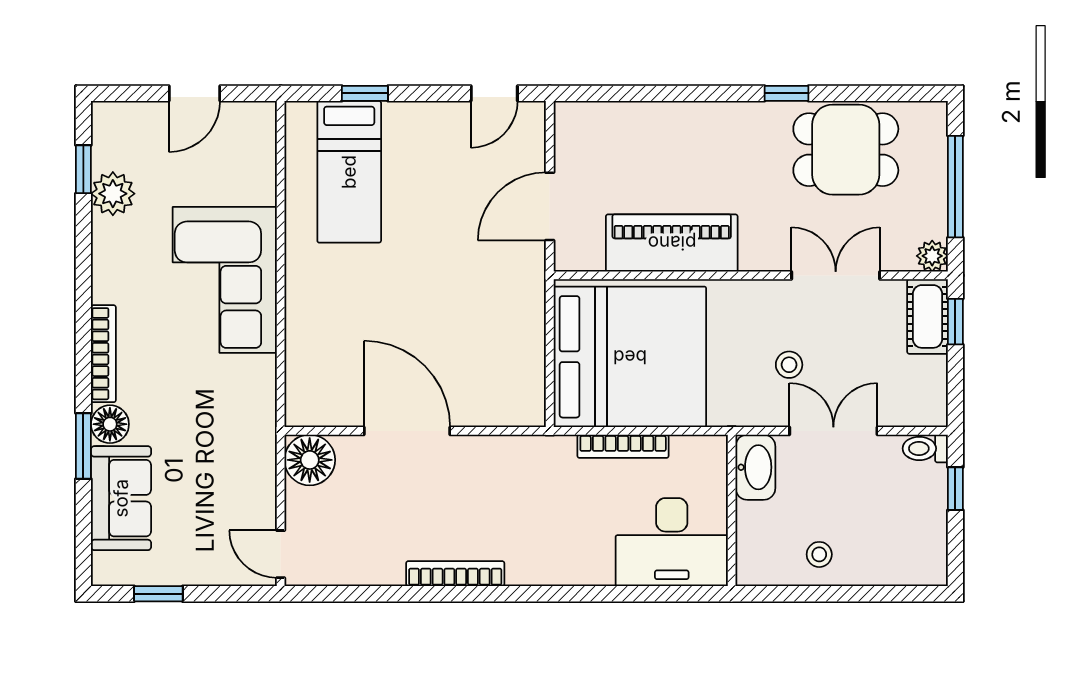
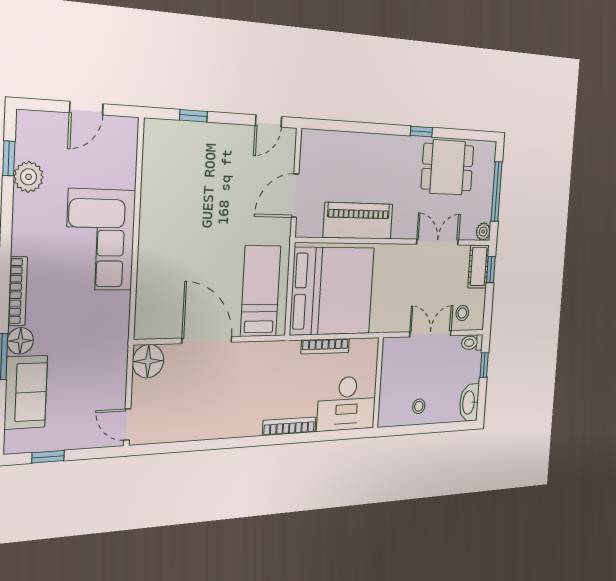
bed: (349, 172) -> (261, 291), moved, turned 180
stool: (789, 365) -> (462, 313), moved
washbasin: (755, 467) -> (469, 403), moved, turned 180
bookcase: (455, 574) -> (289, 426), moved

